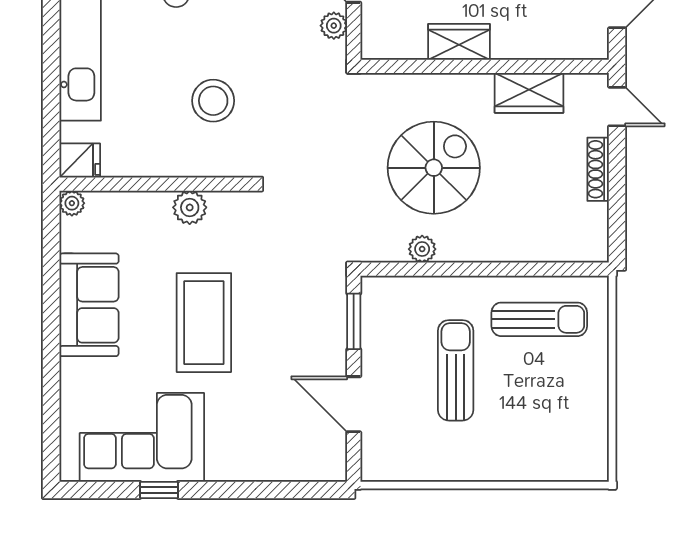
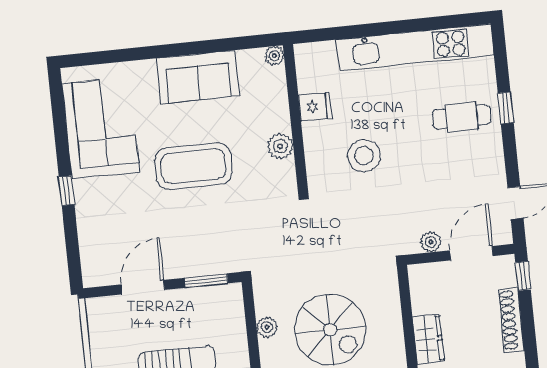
fridge: (80, 160) -> (315, 107), moved, turned -90
window: (159, 490) -> (67, 191), moved

